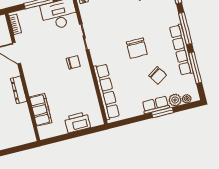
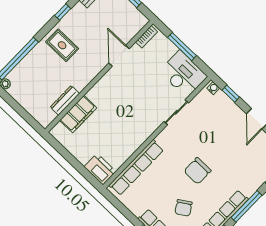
chair: (73, 62) -> (145, 117), removed
dresser: (19, 90) -> (65, 100), moved
printer: (77, 122) -> (100, 169), moved

